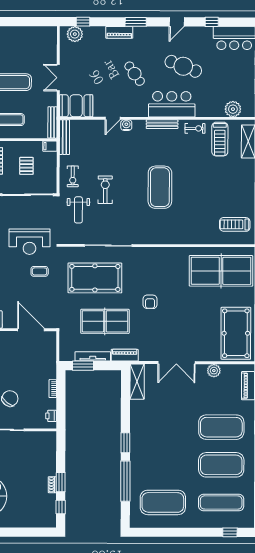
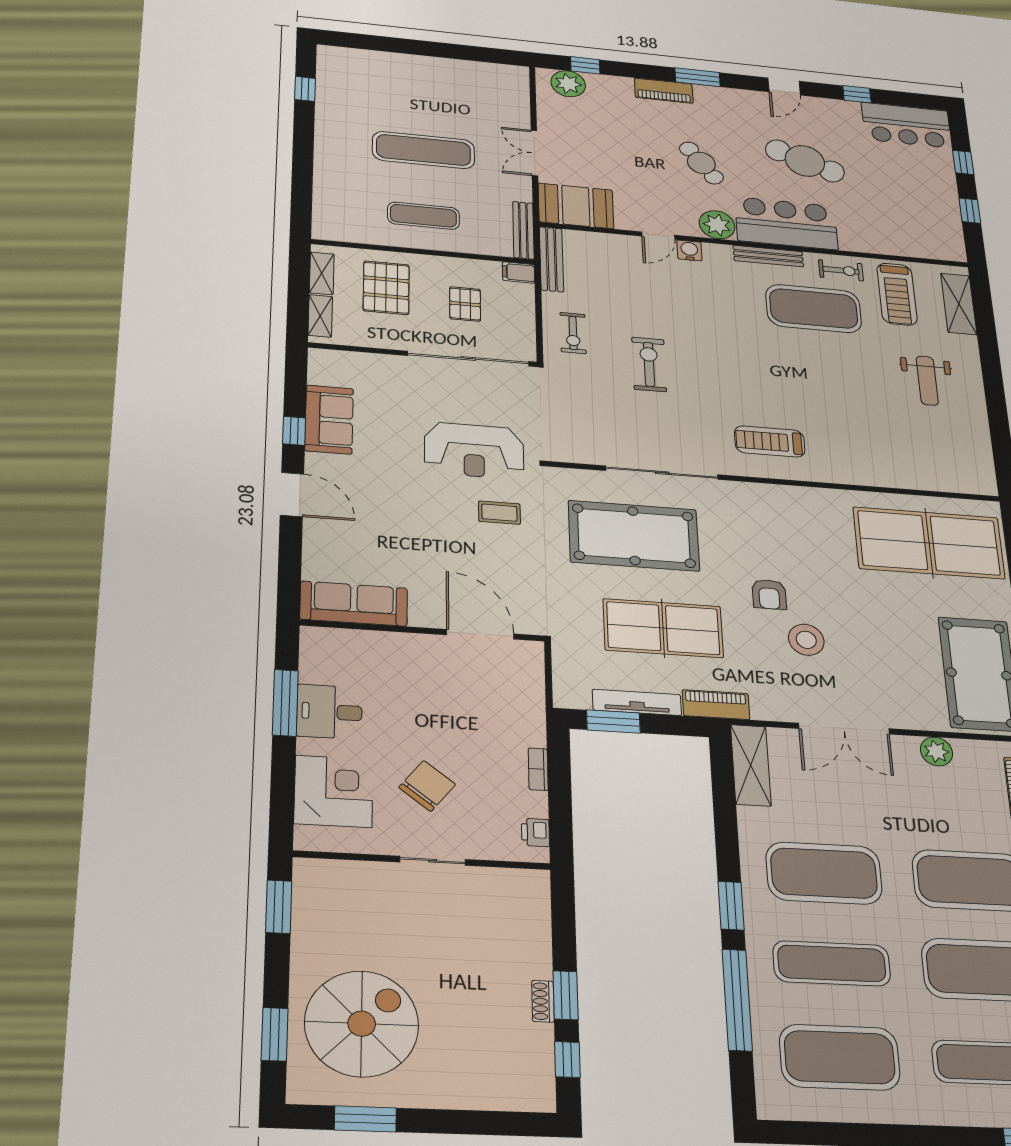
plant: (233, 109) -> (717, 225), moved
exercise mat: (160, 187) -> (814, 309), moved, turned 90
weight bench: (78, 210) -> (927, 381), moved
treadmill: (235, 224) -> (770, 441), moved
stool: (164, 322) -> (806, 640), added
exercise mat: (163, 427) -> (824, 873), added
exercise mat: (163, 465) -> (832, 963), added

